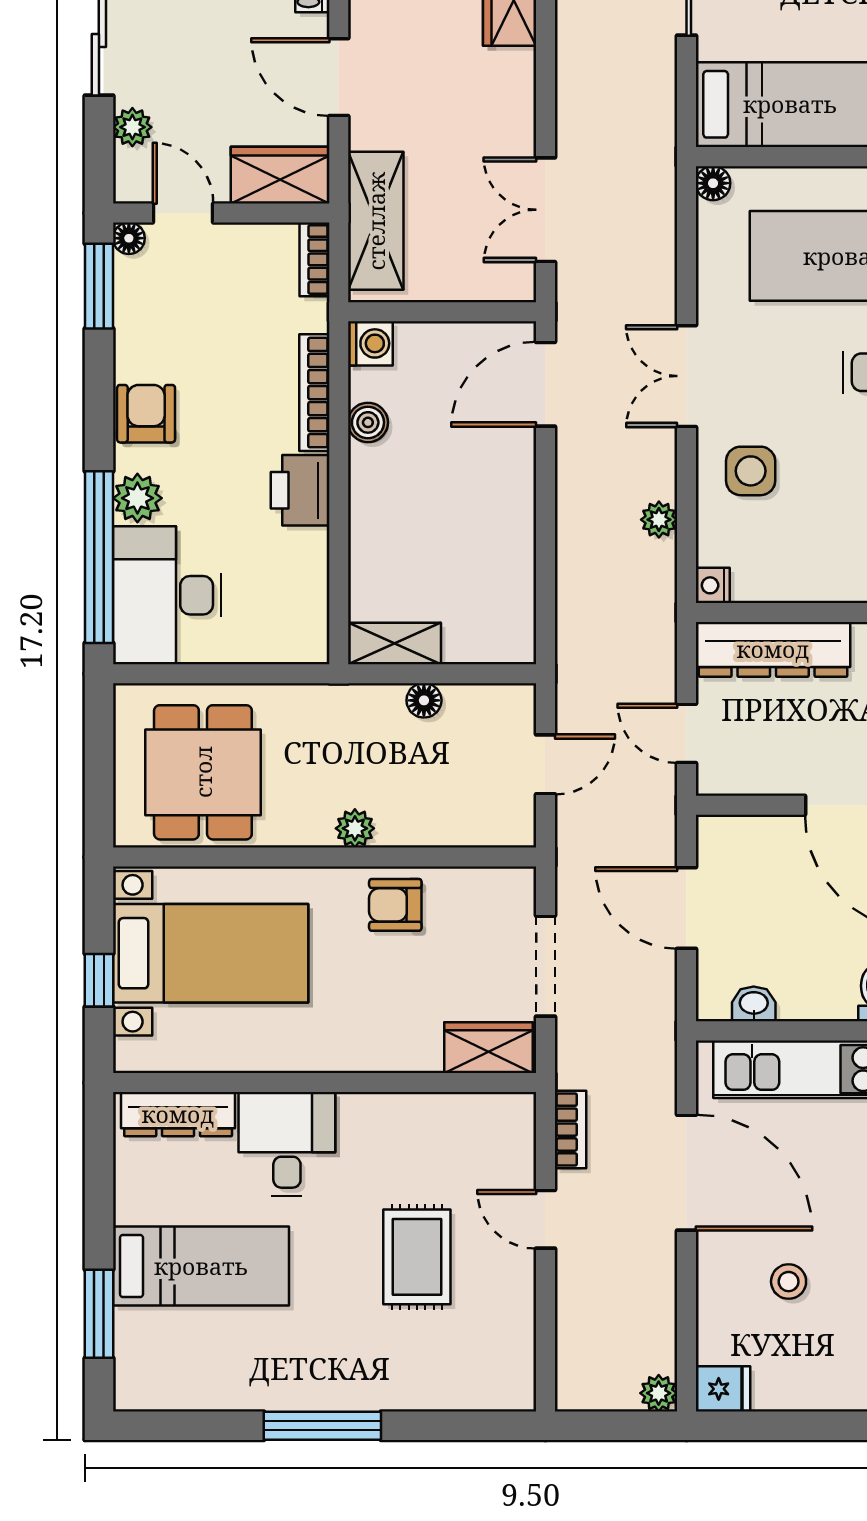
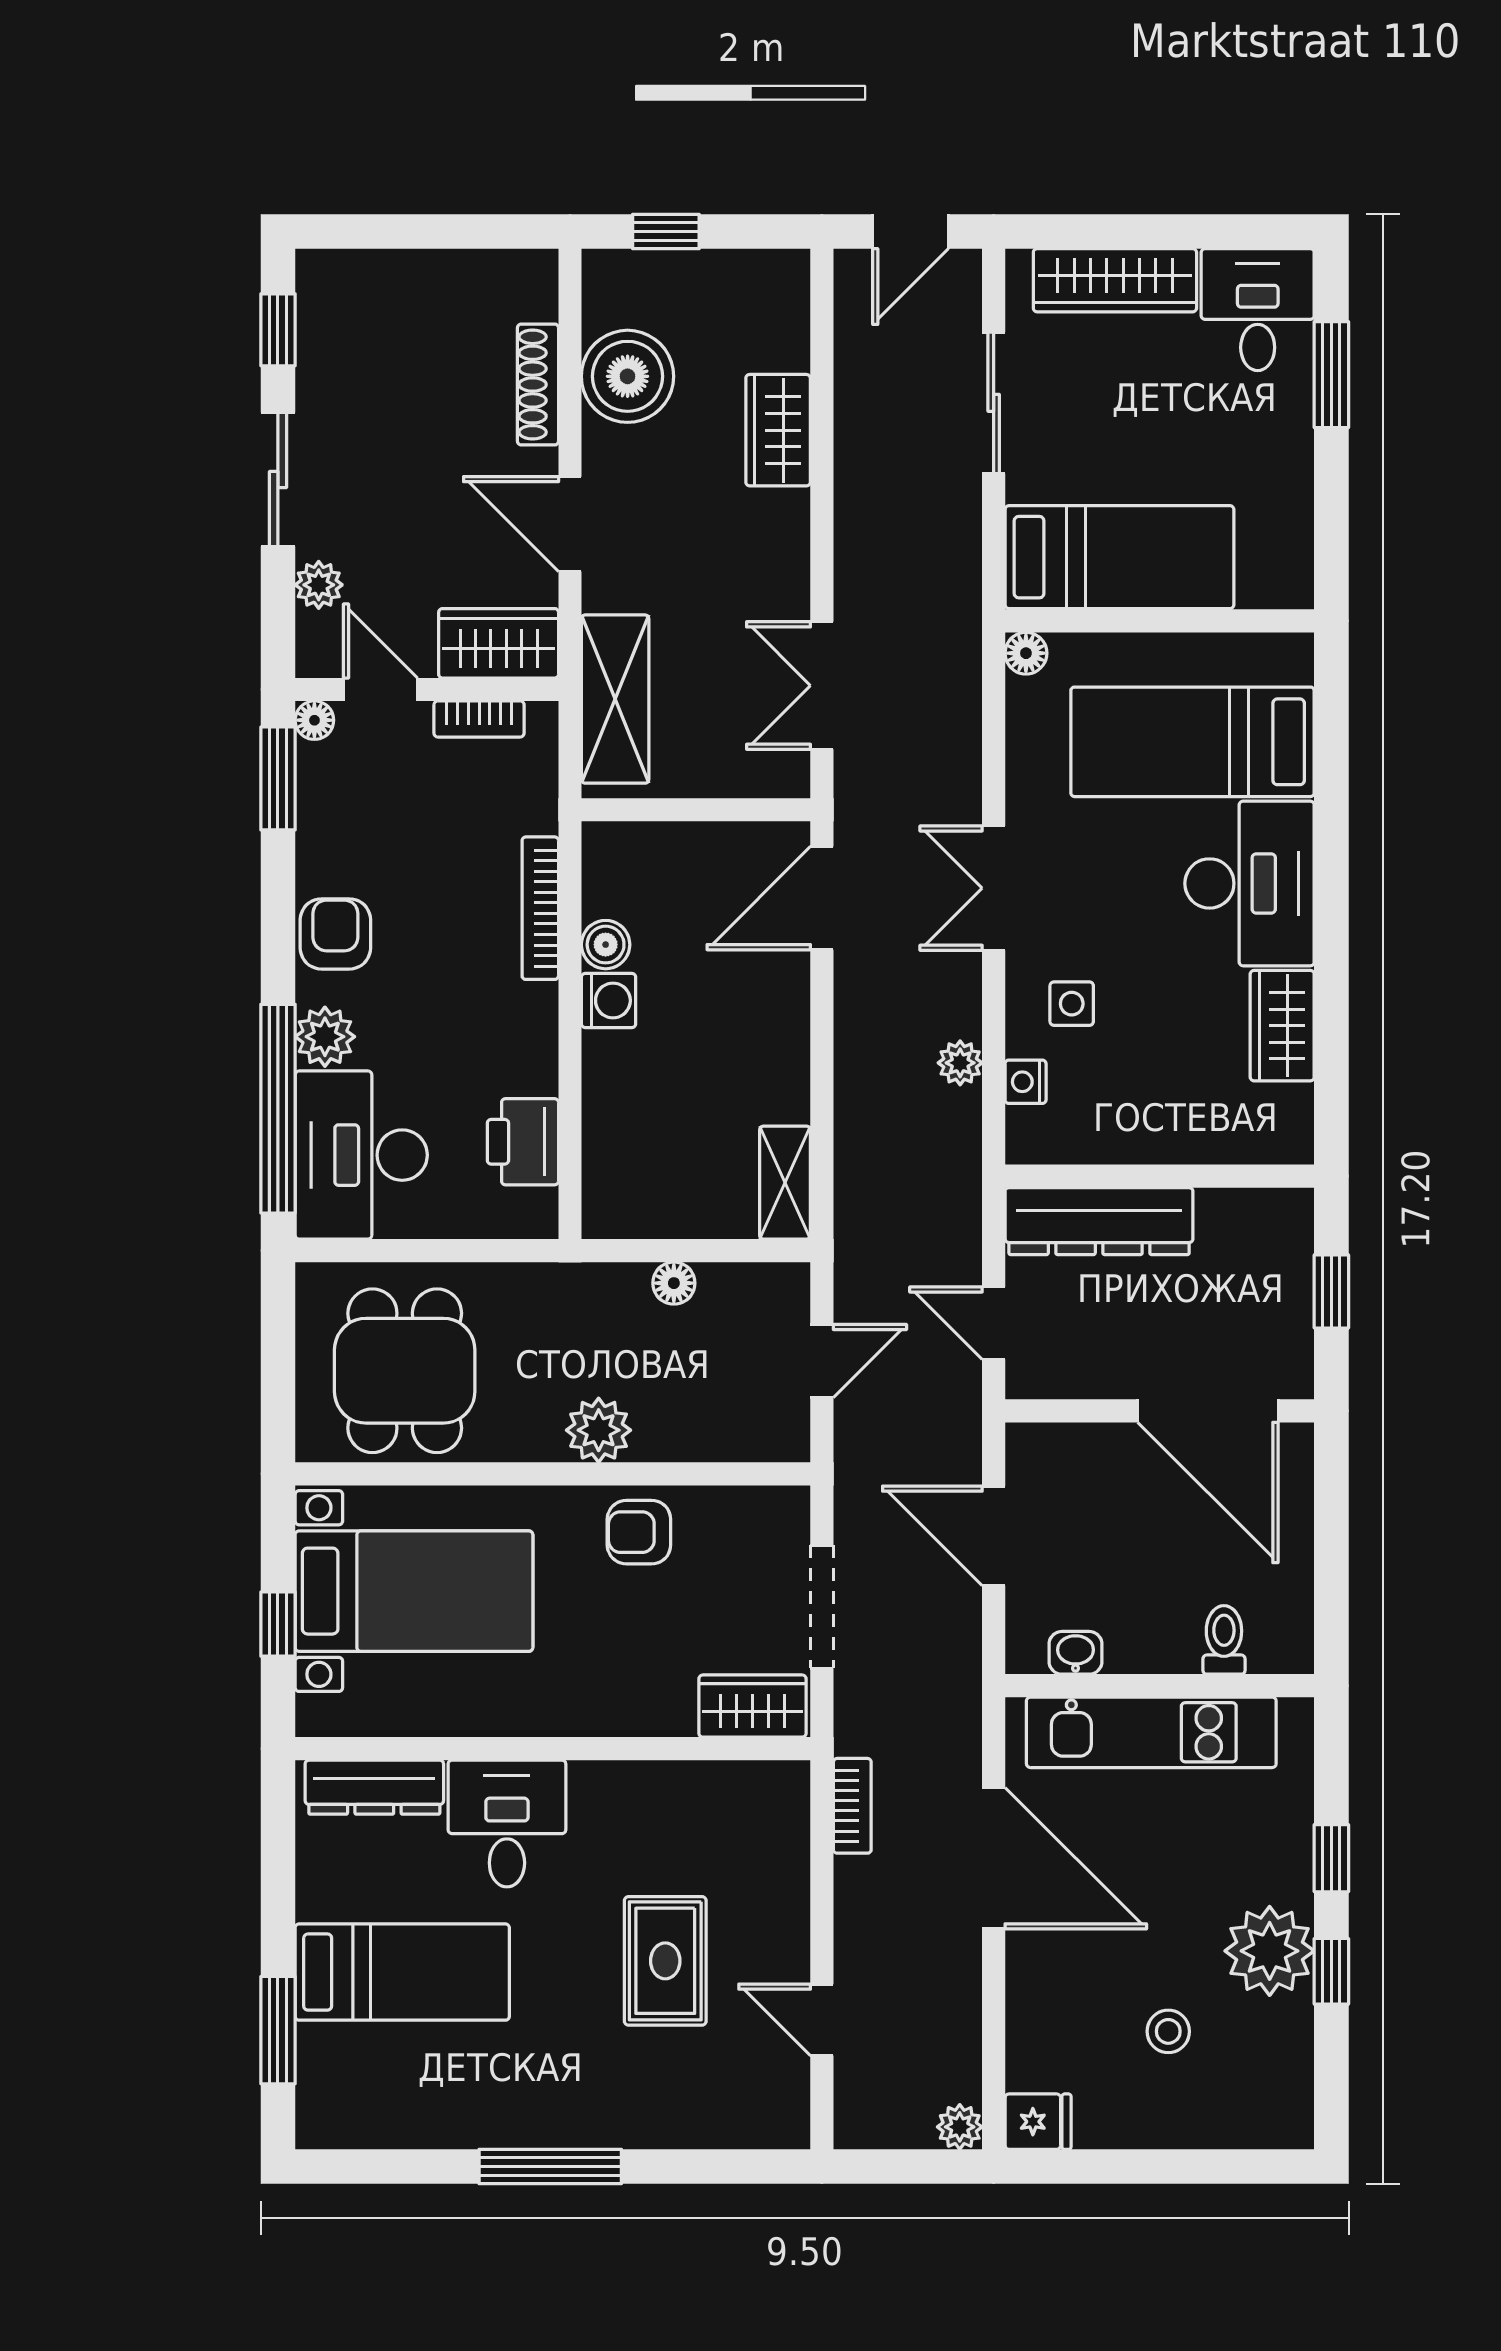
bookcase: (314, 259) -> (479, 719), moved, turned -90
washing machine: (370, 343) -> (609, 1001), moved
side table: (751, 471) -> (1072, 1004), width x0.73, depth x0.73
printer: (300, 490) -> (523, 1142), moved
nightstand: (713, 585) -> (1026, 1082), moved
shelving: (394, 643) -> (785, 1183), moved, turned 90
plant: (355, 828) -> (599, 1430), width x1.38, depth x1.38
door: (545, 1219) -> (822, 2020), moved
stool: (789, 1282) -> (1168, 2031), moved

